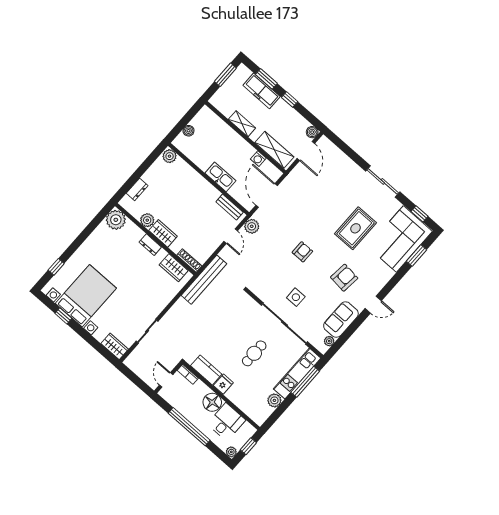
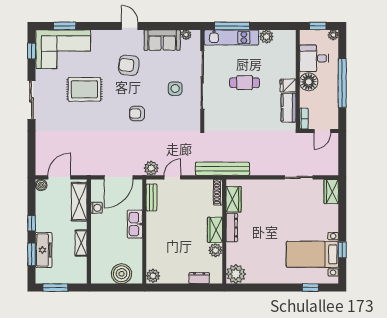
boiler: (189, 131) -> (122, 274), width x1.86, depth x1.86
dresser: (150, 245) -> (232, 228), width x1.44
bed with nightstands: (86, 296) -> (312, 254), width x0.73

